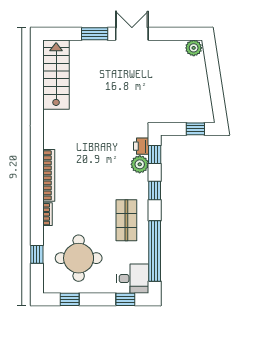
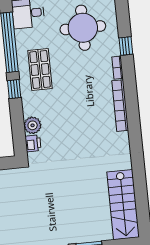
window: (155, 154) -> (19, 136), removed
window: (155, 191) -> (14, 89), moved
window: (37, 254) -> (126, 46), moved

